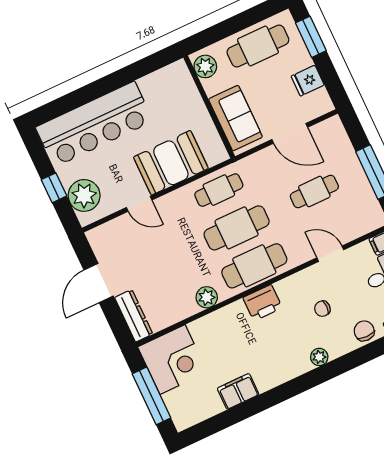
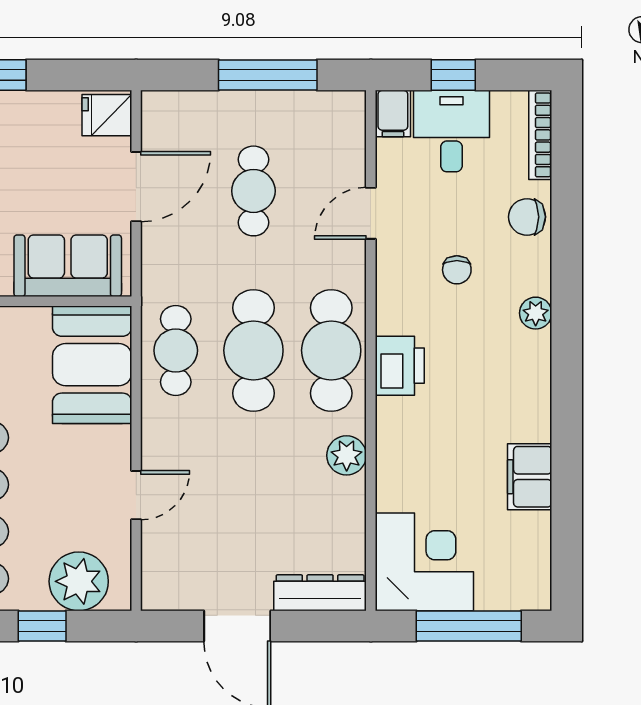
fridge: (308, 81) -> (107, 115), moved, turned 90
booth: (171, 163) -> (92, 365), moved

